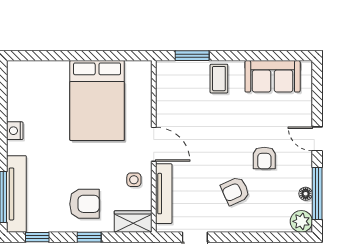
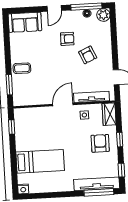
window: (121, 56) -> (12, 127), added
sofa: (273, 76) -> (25, 22), moved, turned 90
bed: (97, 101) -> (40, 161), moved, width x0.67
nightstand: (15, 131) -> (23, 189), moved

